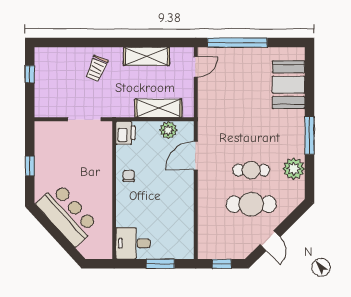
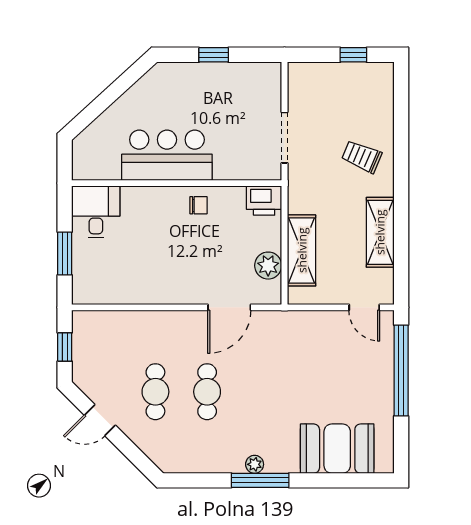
door: (196, 156) -> (229, 307), swing flipped
plant: (294, 169) -> (255, 464), moved, width x0.53, depth x0.53
cafe table: (251, 204) -> (155, 392), width x0.73, depth x0.74
bar counter: (67, 215) -> (167, 155), moved, turned -138

